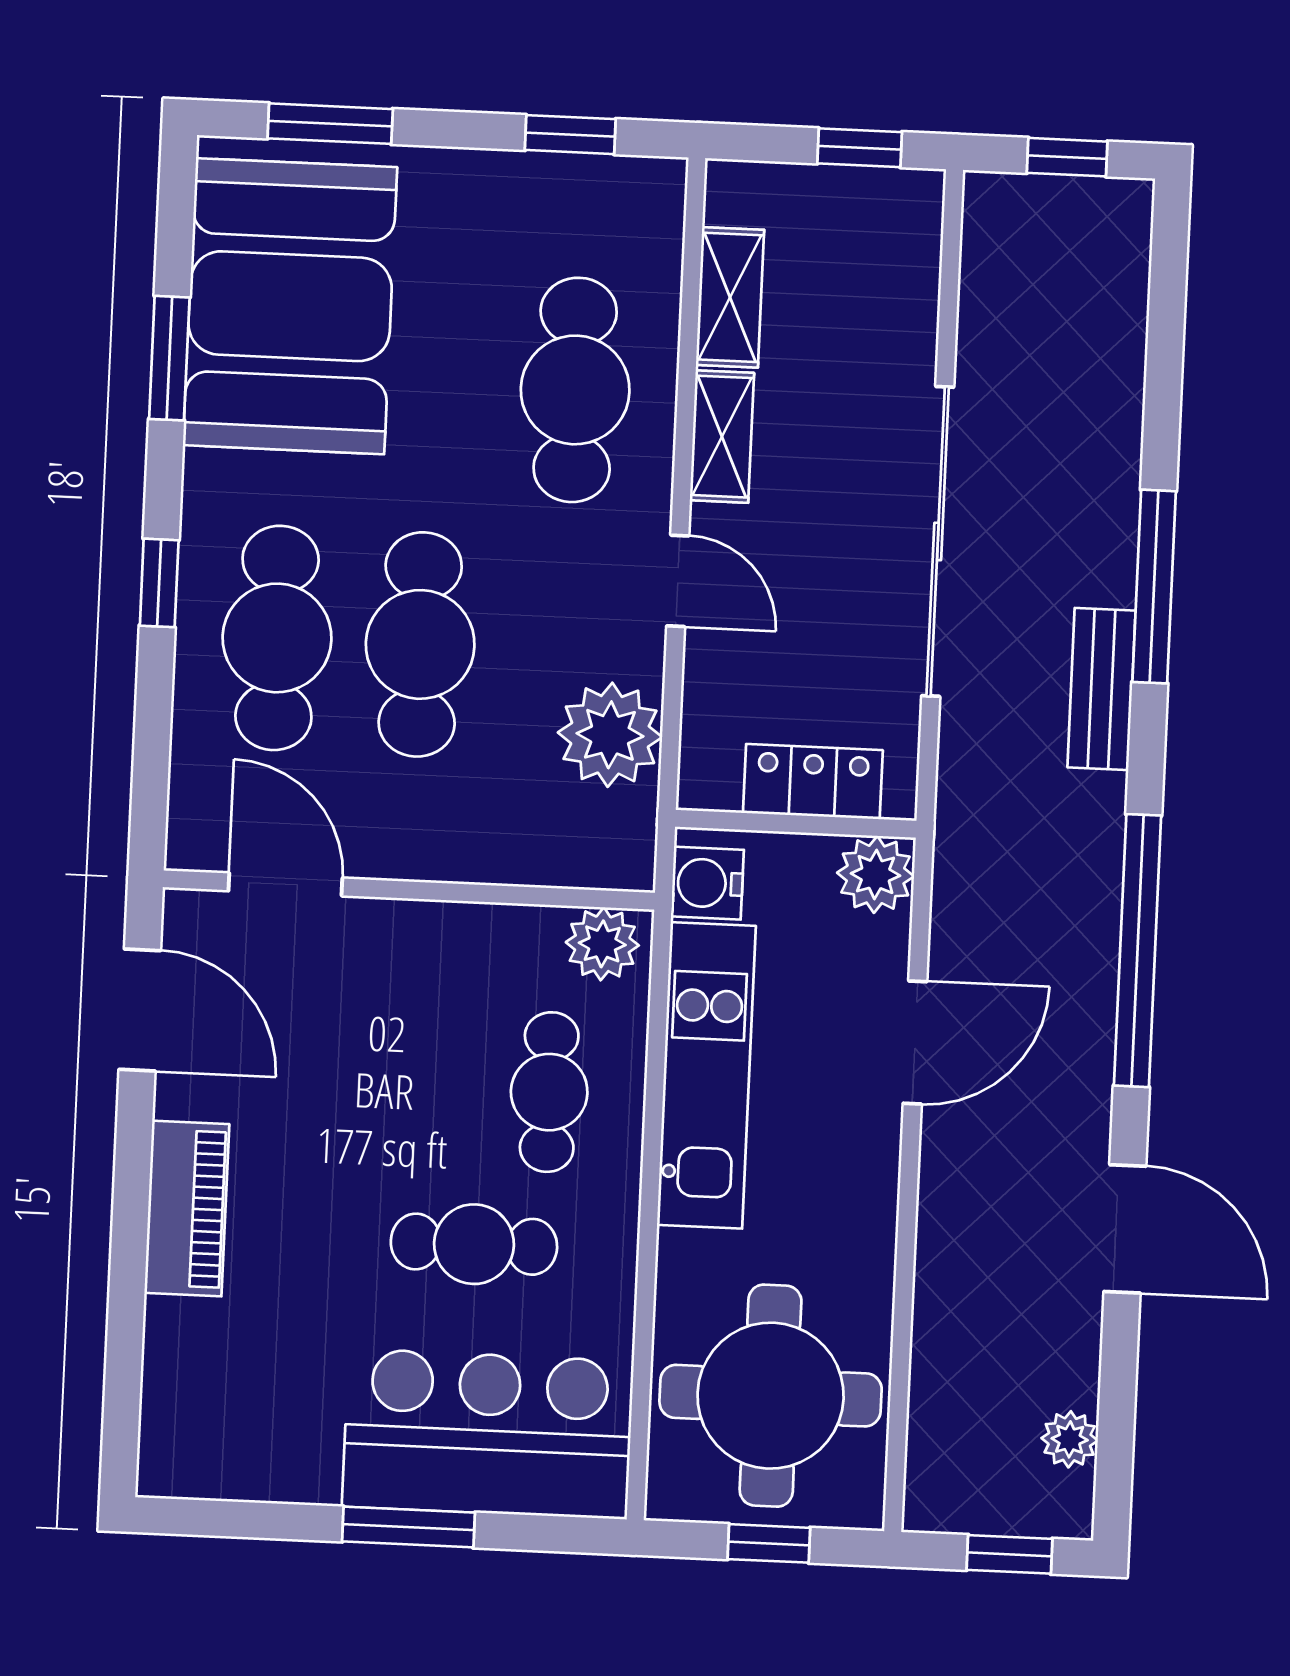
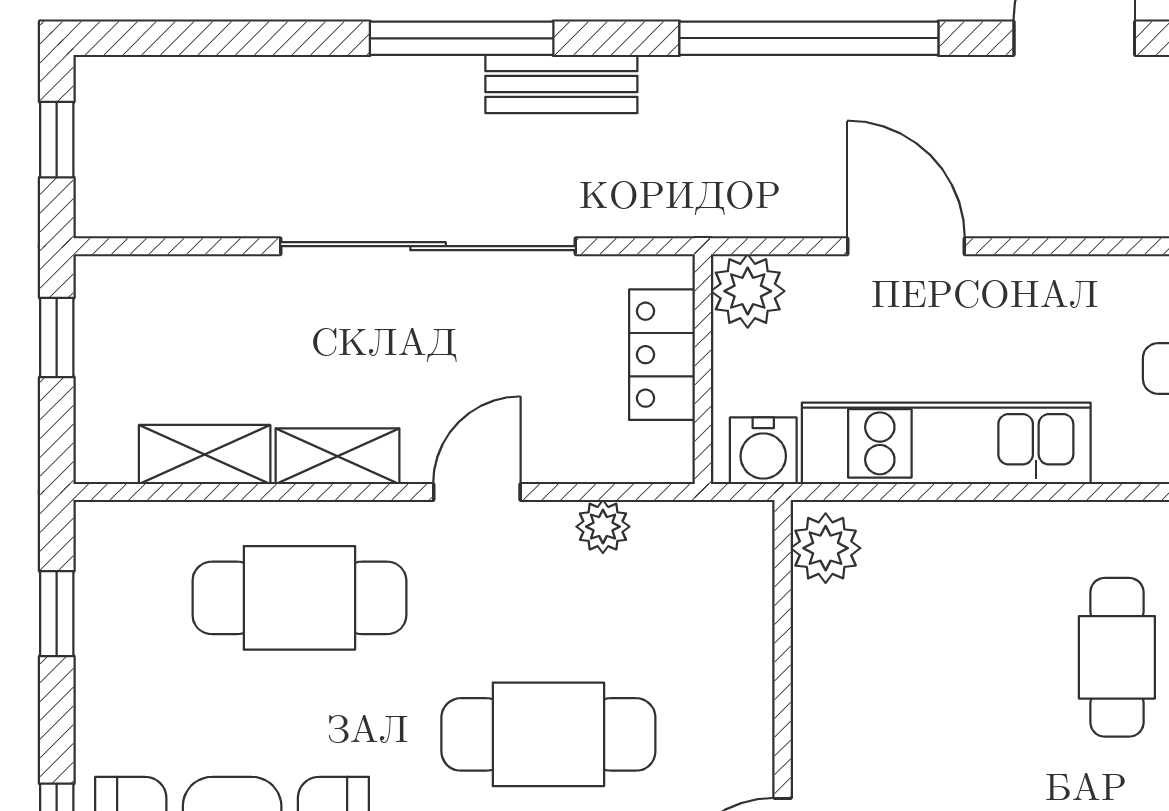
plant: (610, 735) -> (603, 527), width x0.53, depth x0.53
cafe table: (549, 1092) -> (969, 592), removed

